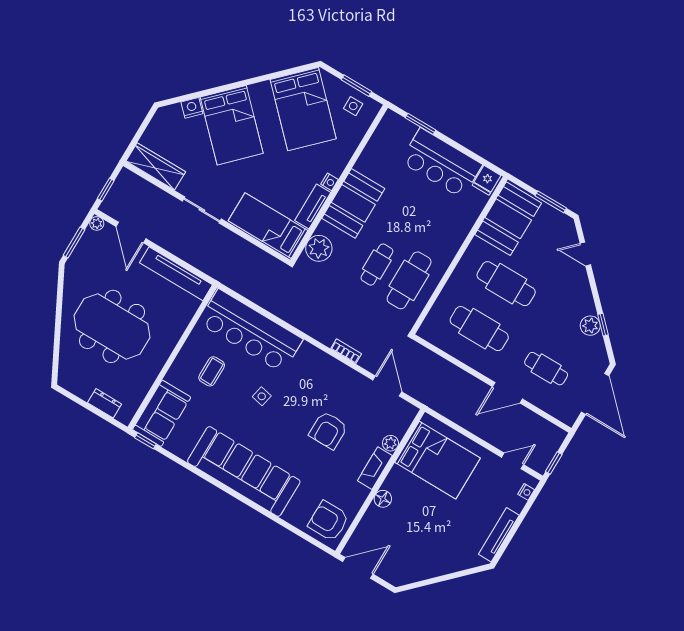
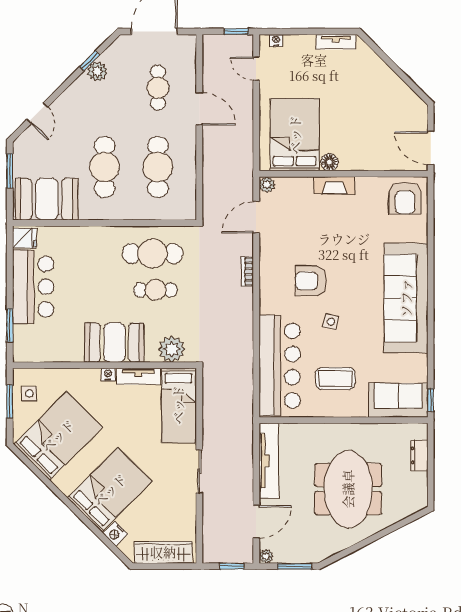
wardrobe: (156, 166) -> (163, 552), moved, turned 90
coffee table: (212, 371) -> (335, 378), width x1.36, depth x1.30
armchair: (328, 430) -> (311, 281), moved, turned 180
plant: (390, 443) -> (267, 185), moved
floor lamp: (383, 499) -> (329, 162), moved
tv unit: (499, 535) -> (336, 42), width x0.71

